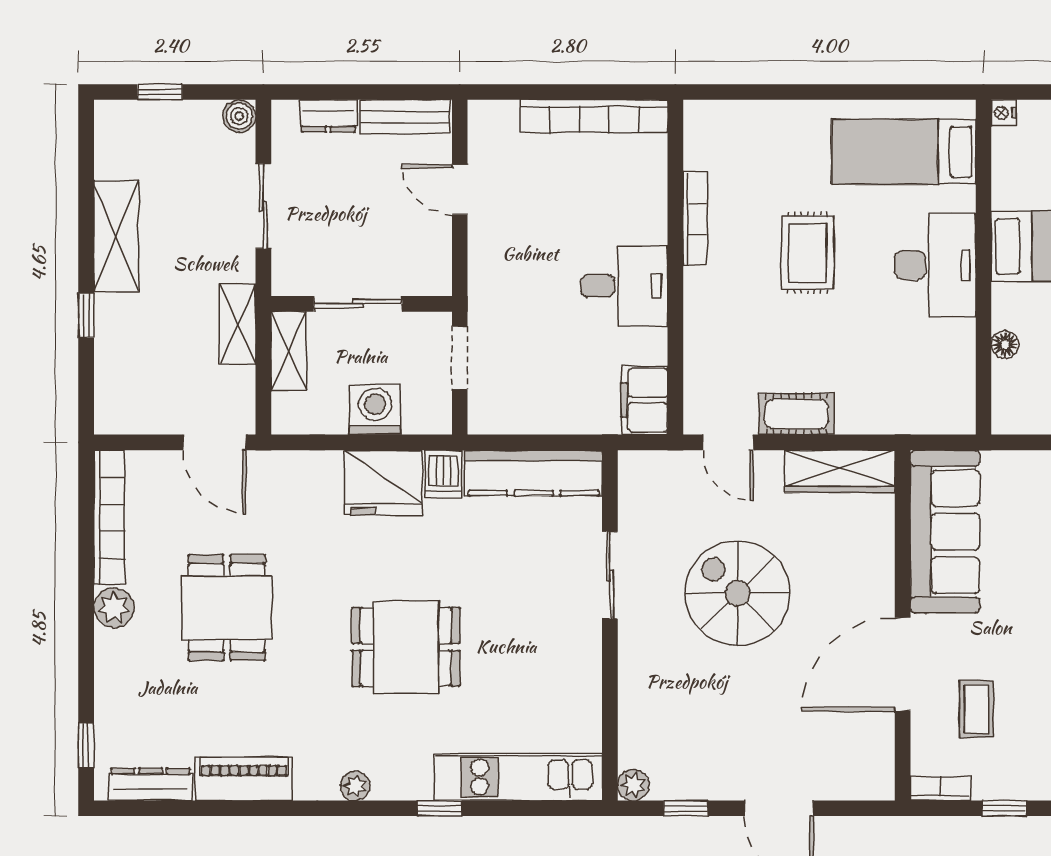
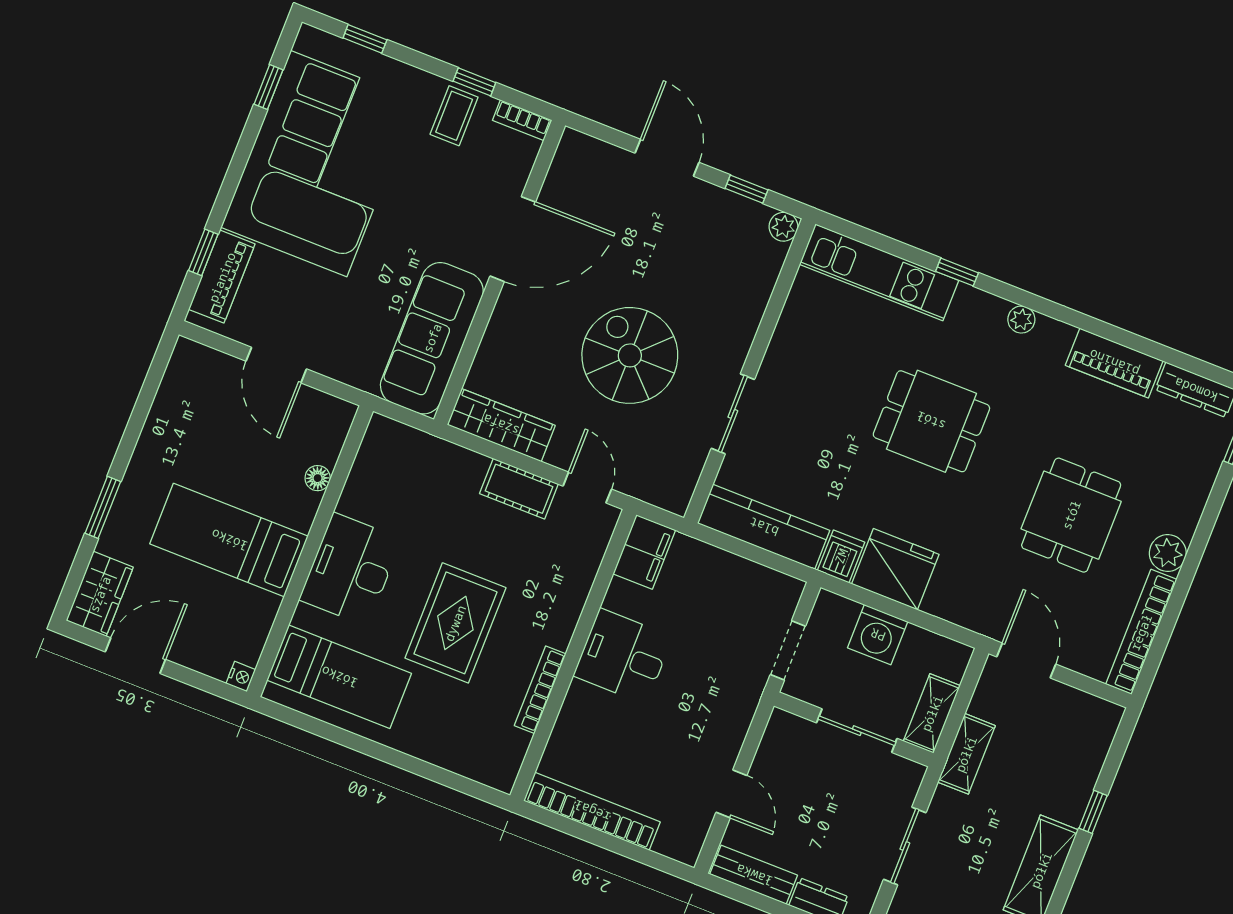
rug: (807, 253) -> (455, 623), width x1.36, depth x1.43
spiral stairs: (738, 593) -> (630, 355), turned 180
coffee table: (977, 709) -> (454, 116), moved

